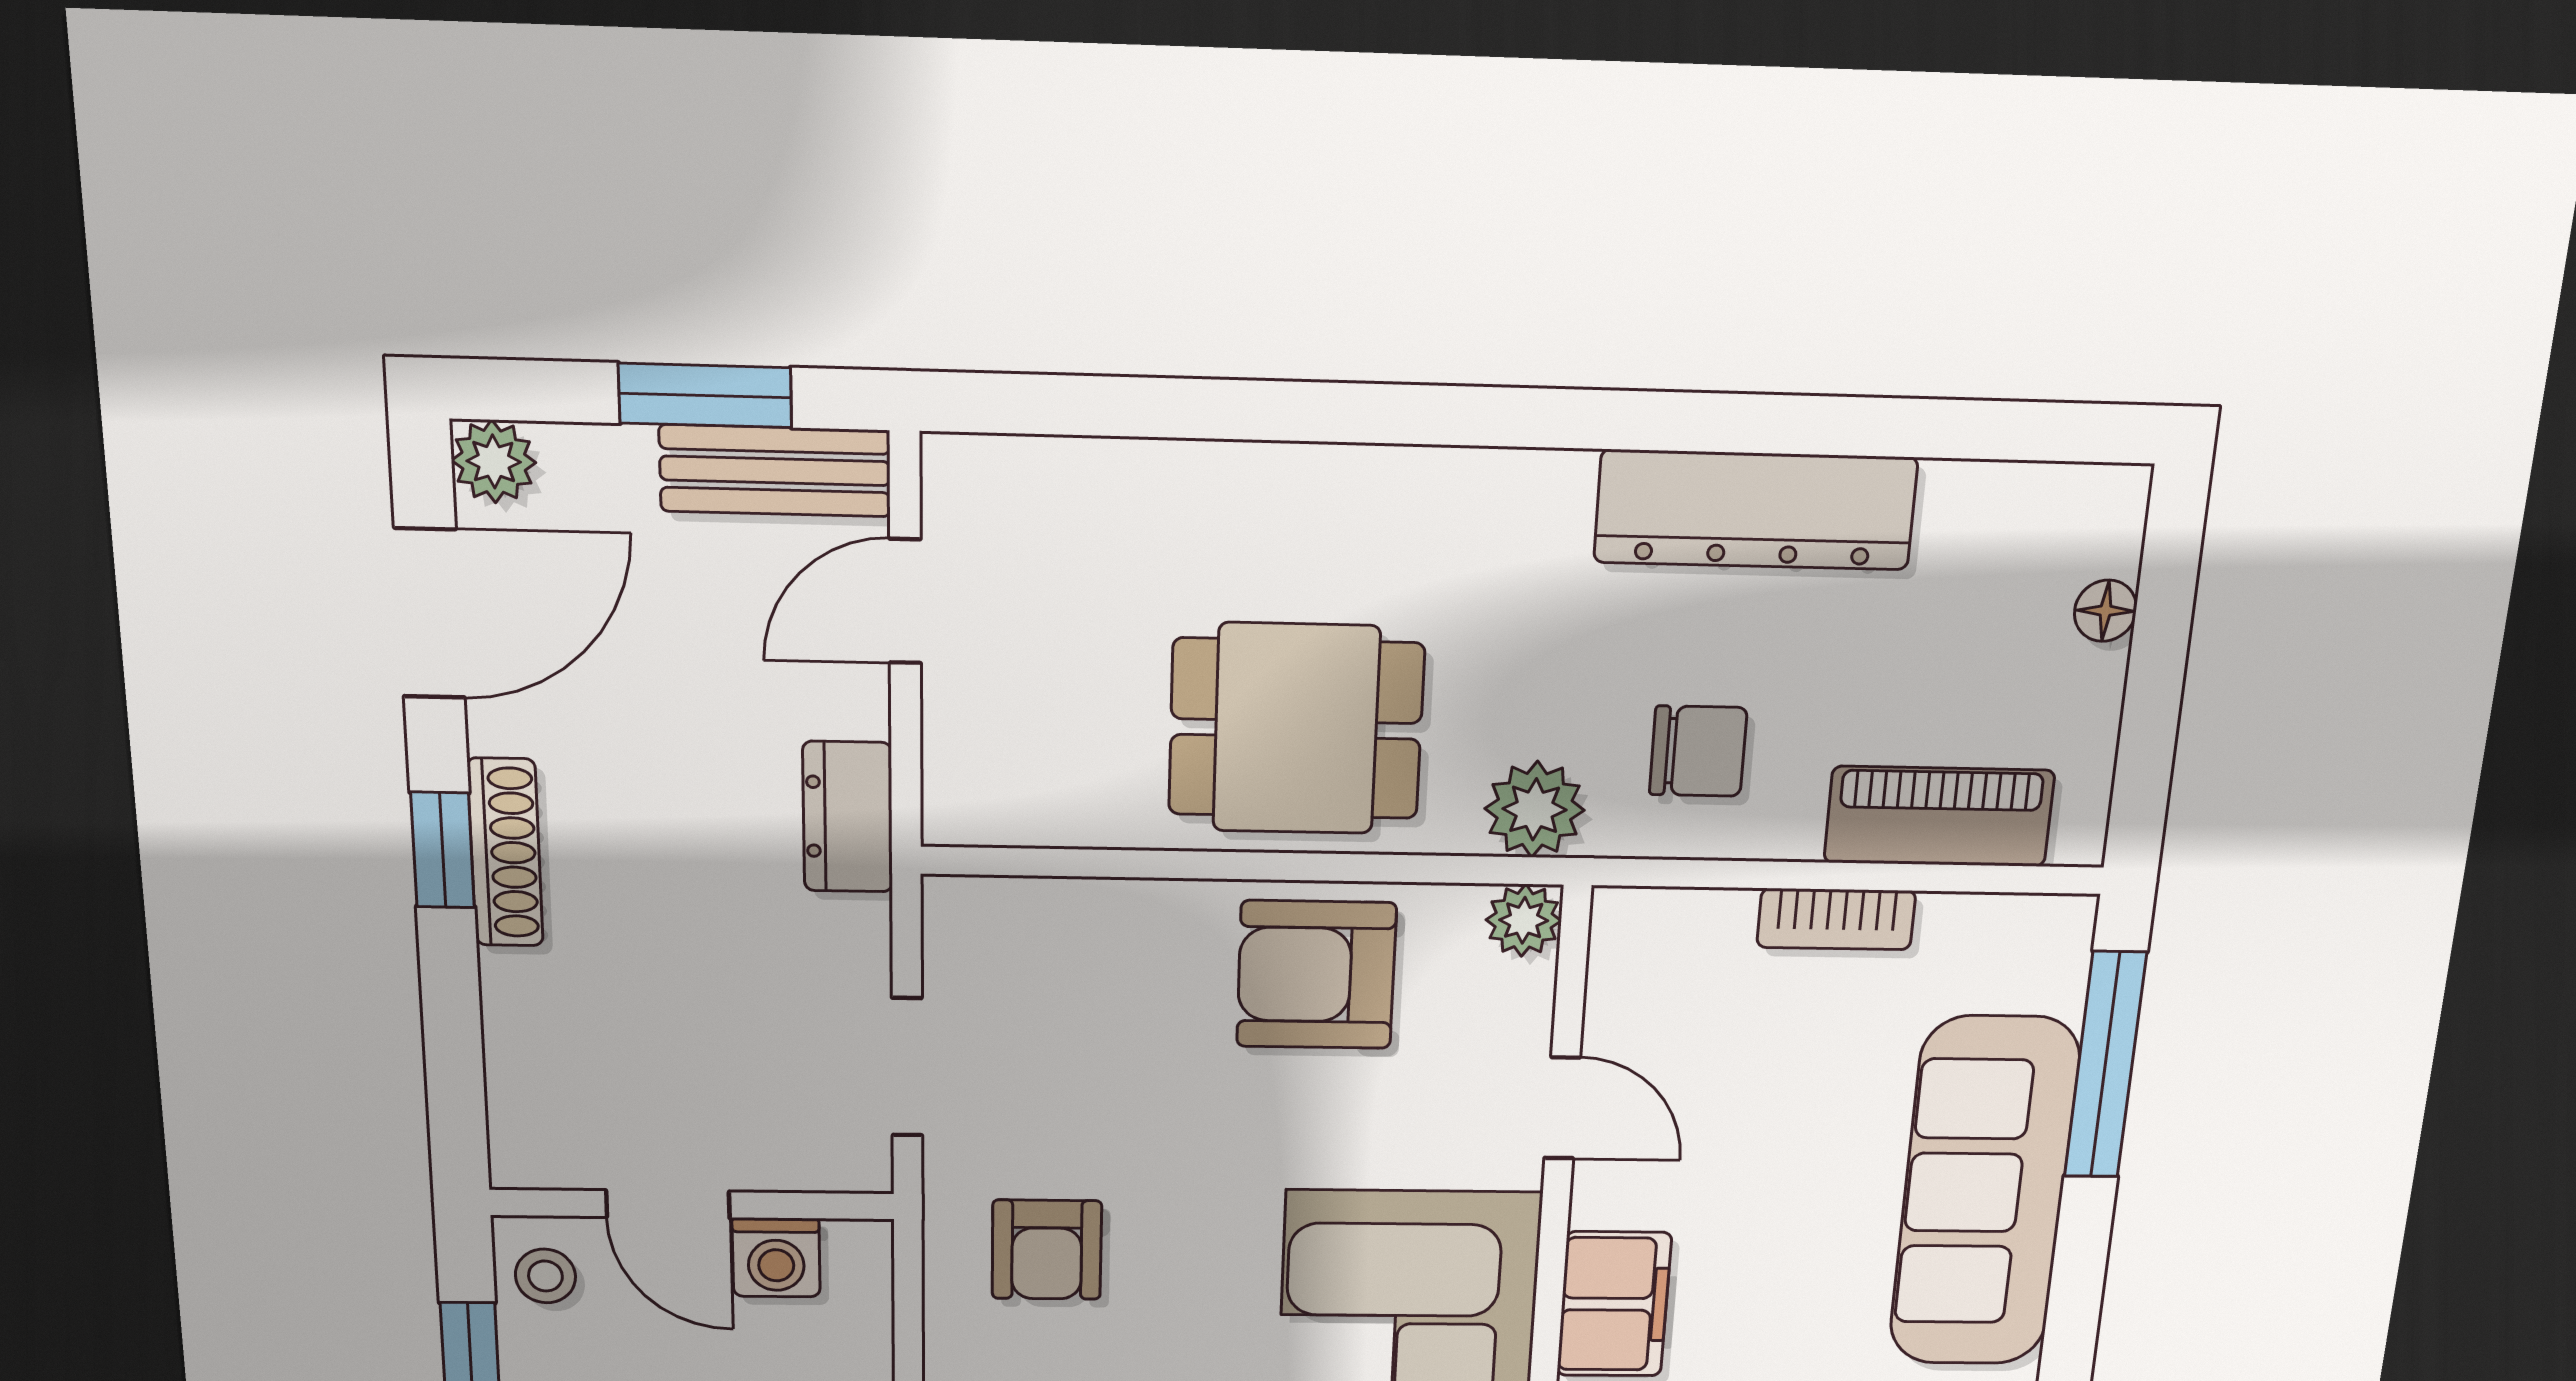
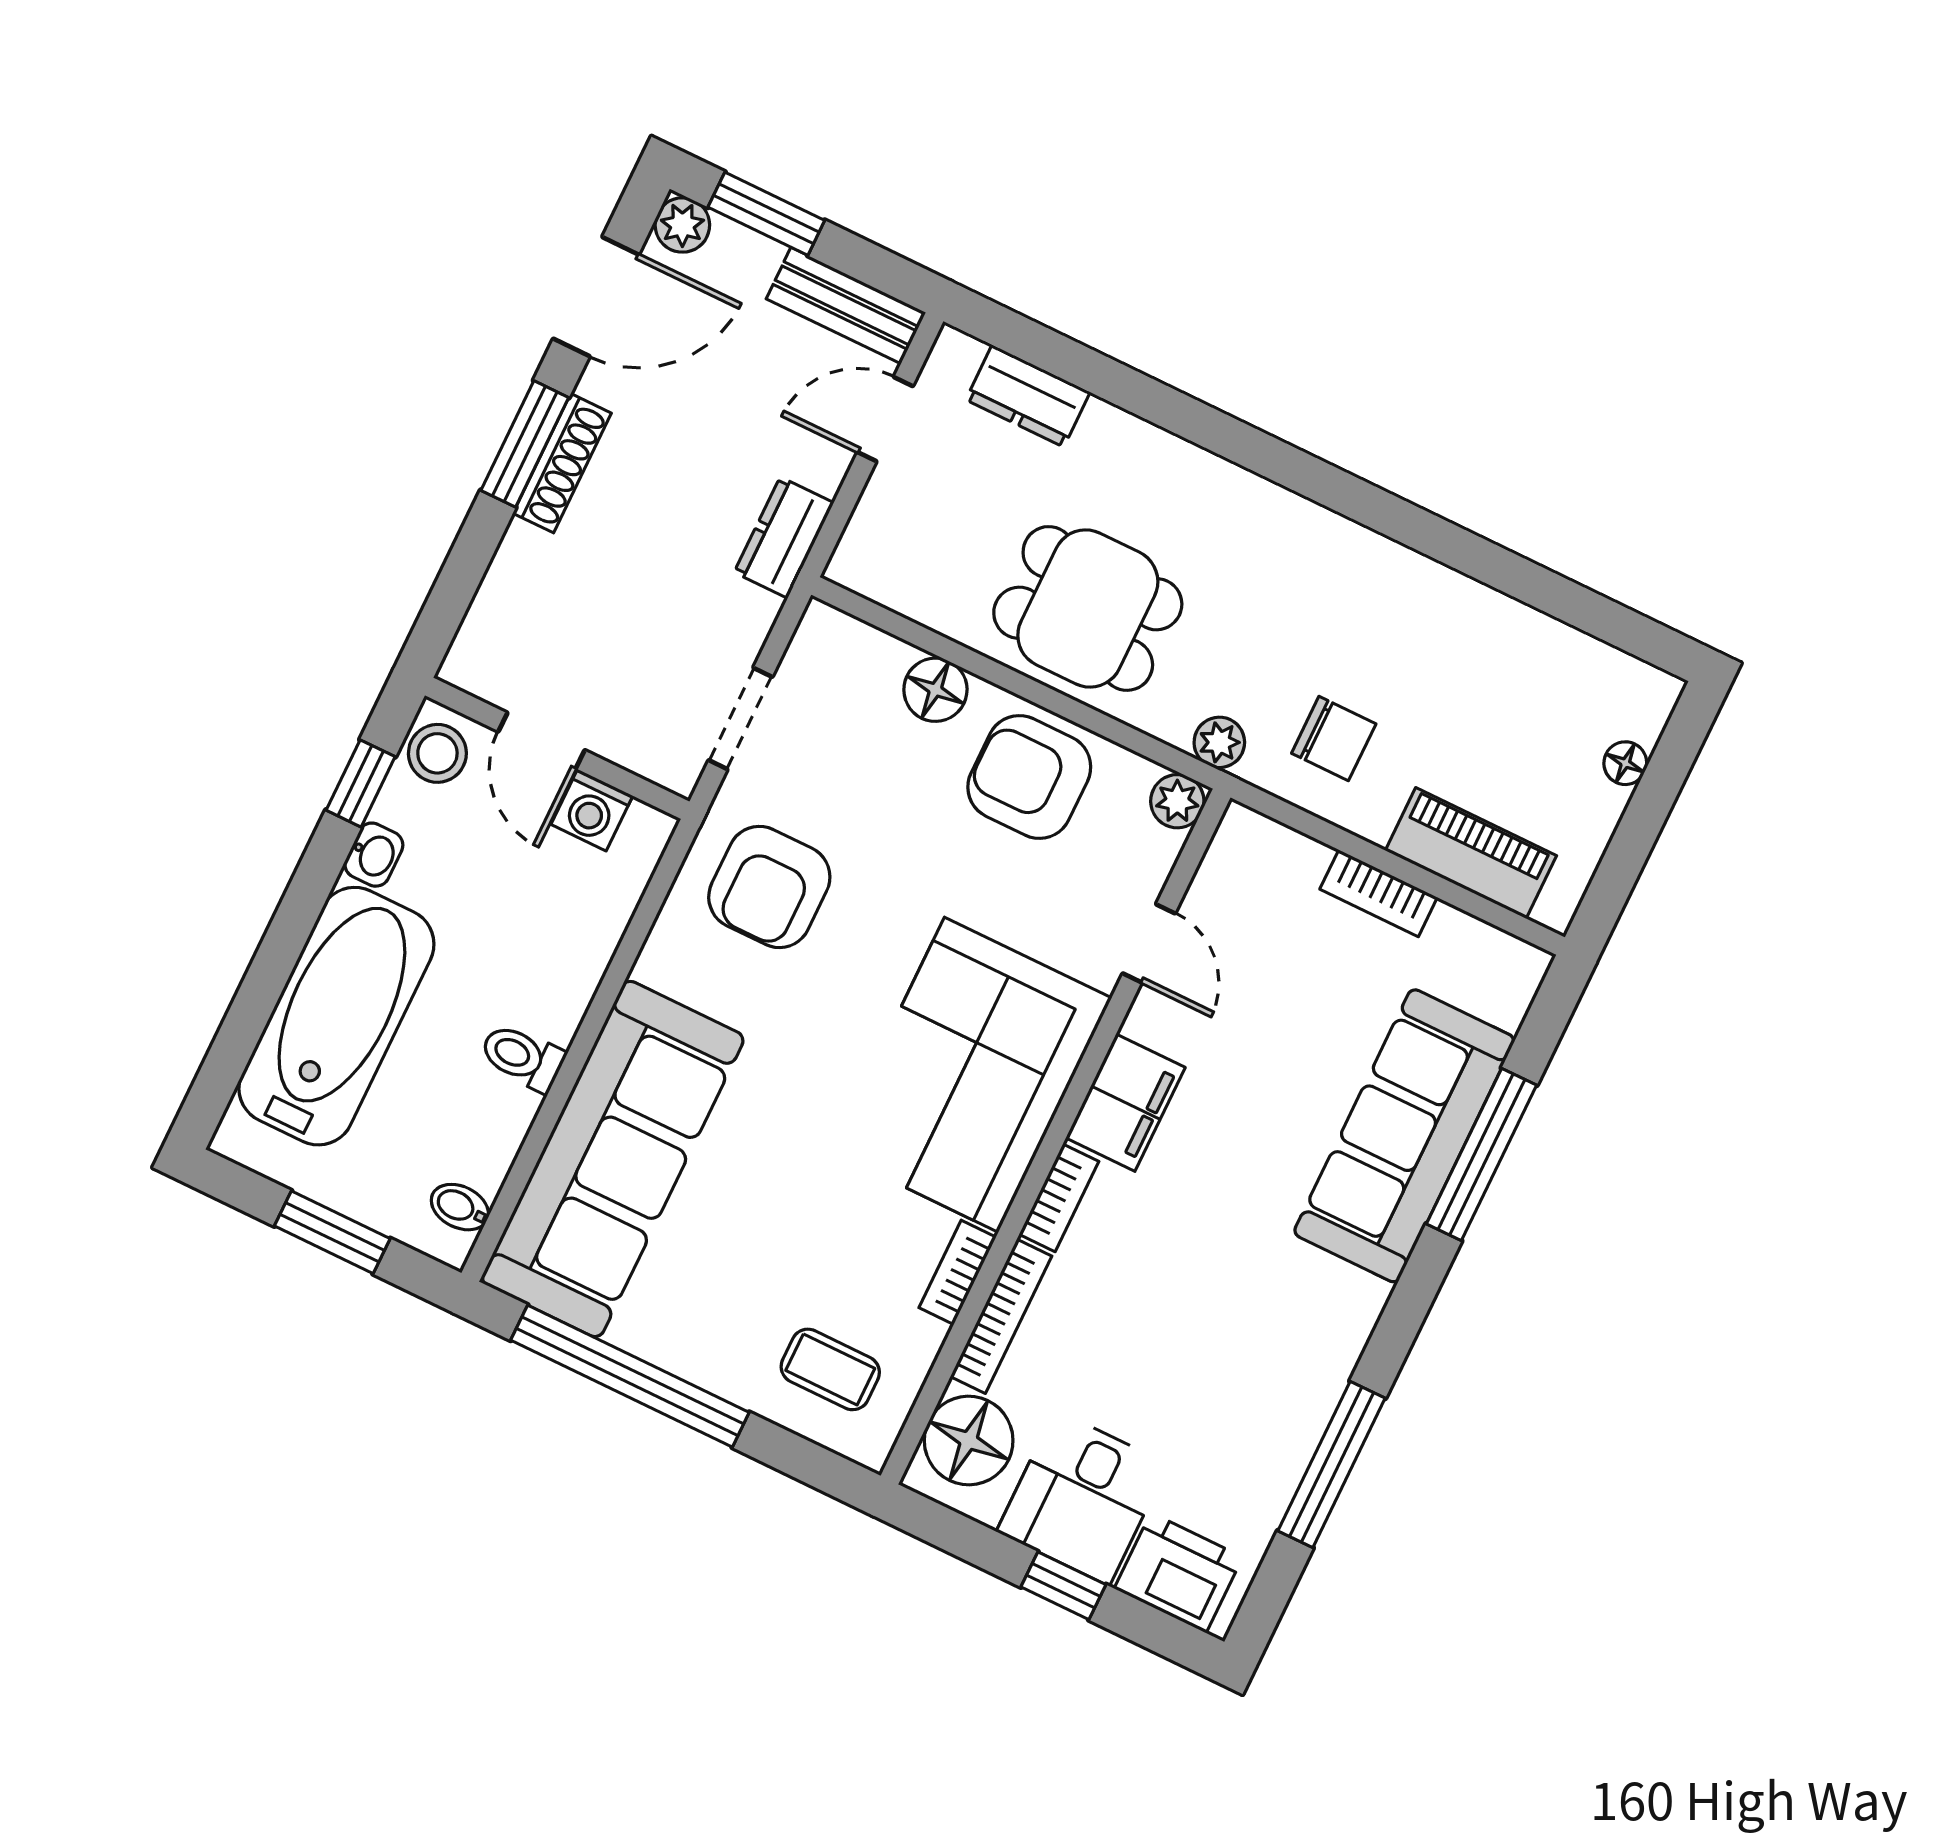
window: (705, 395) -> (766, 214), moved
dresser: (1756, 510) -> (1028, 396), moved, width x0.51, depth x0.80
plant: (1535, 809) -> (1219, 742), width x0.73, depth x0.73
window: (443, 850) -> (525, 444), width x1.50
floor lamp: (1143, 921) -> (935, 690), added
window: (2105, 1065) -> (1481, 1154), moved
armchair: (1047, 1250) -> (769, 887), width x1.38, depth x1.38
stool: (545, 1276) -> (437, 753), width x1.37, depth x1.37

